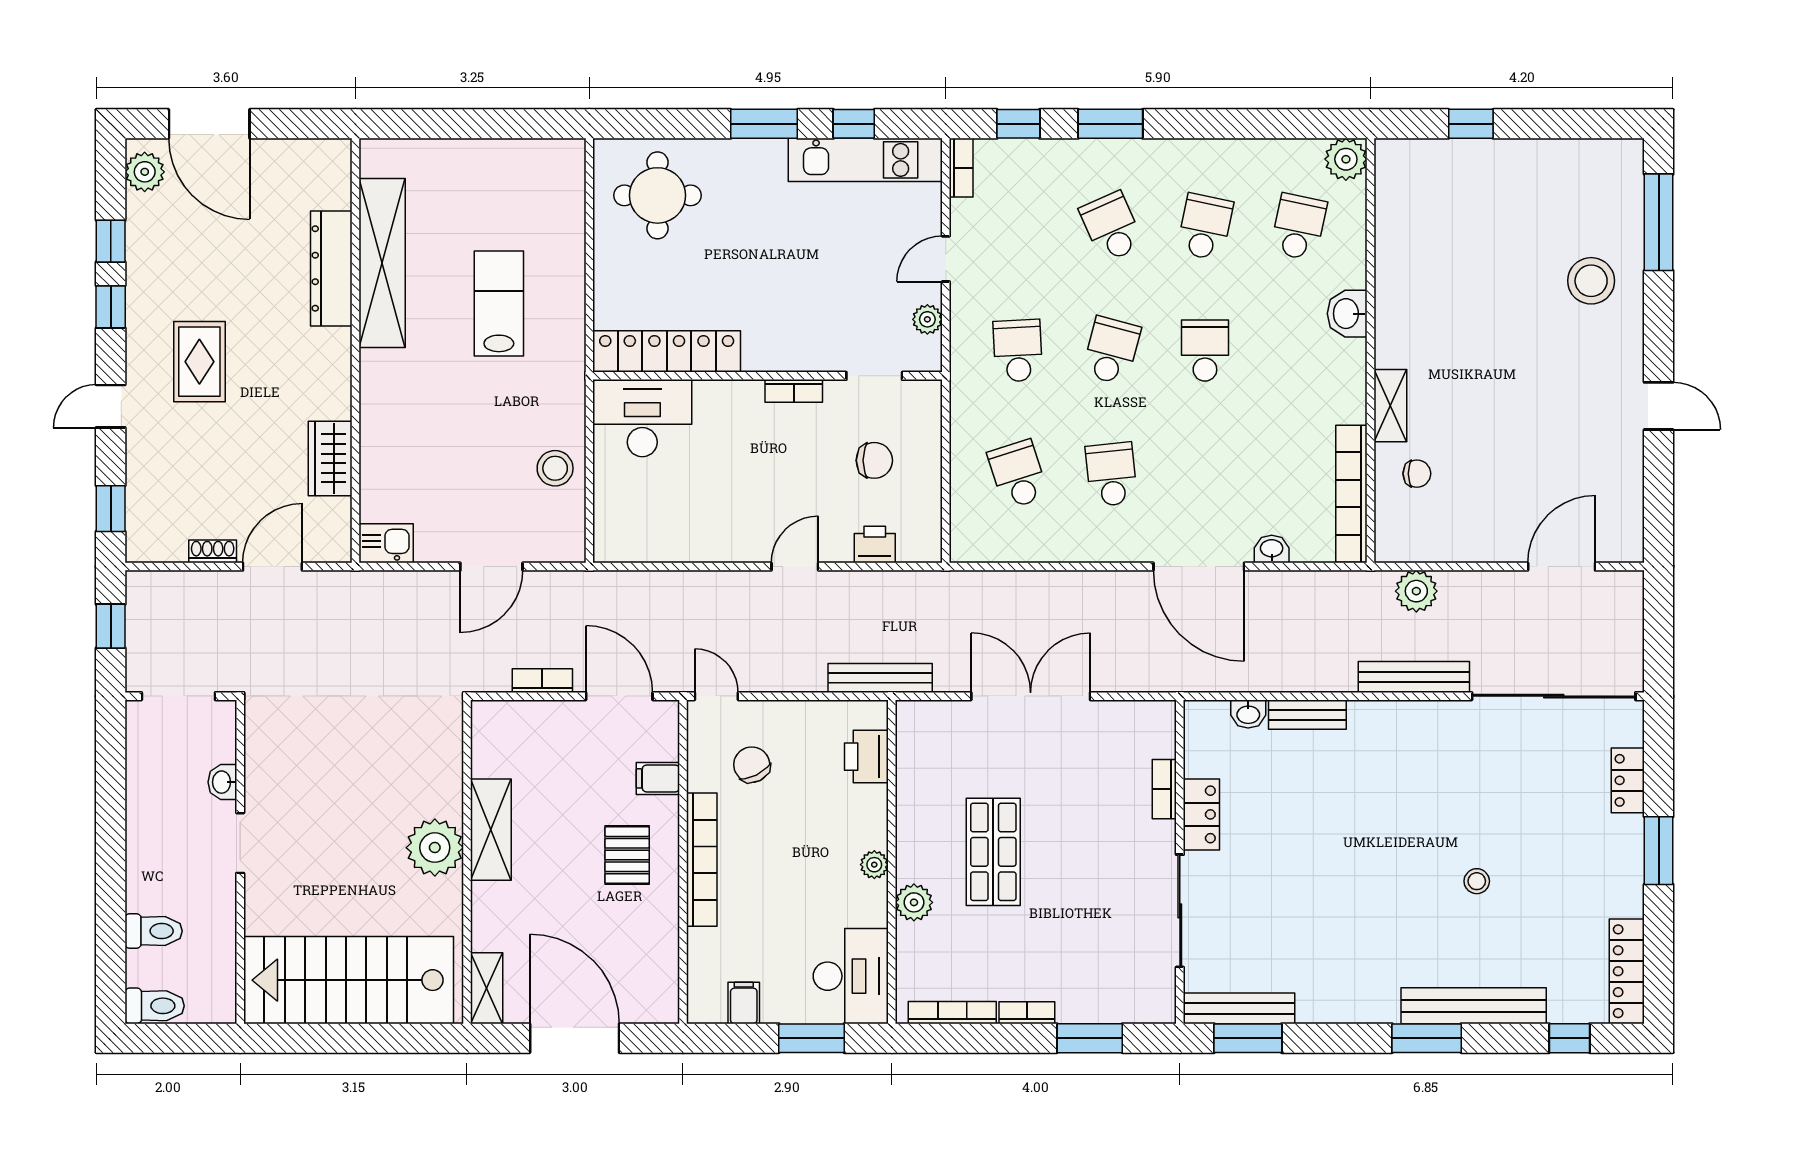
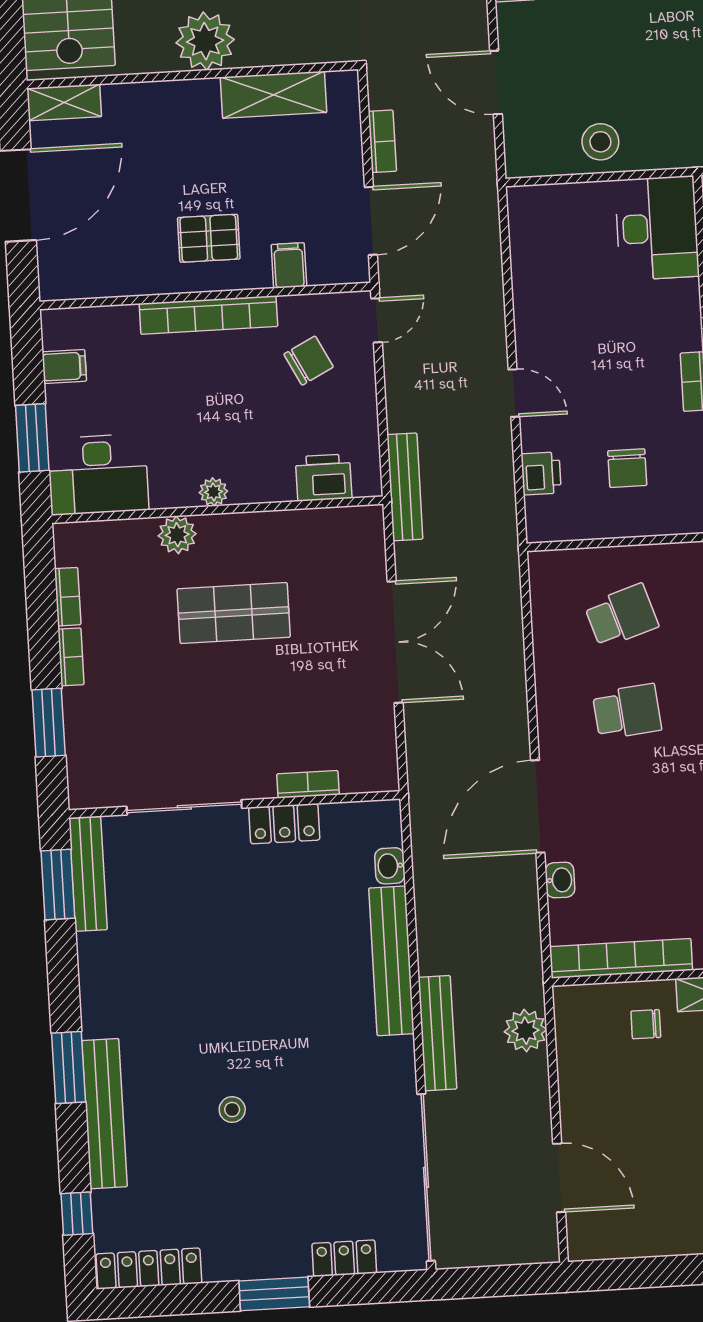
chair: (1417, 474) -> (646, 1024), turned 90
bench: (1307, 715) -> (391, 961), width x1.86, depth x1.21
shelving: (491, 830) -> (274, 95), moved
bookcase: (952, 1013) -> (68, 597), width x0.64

